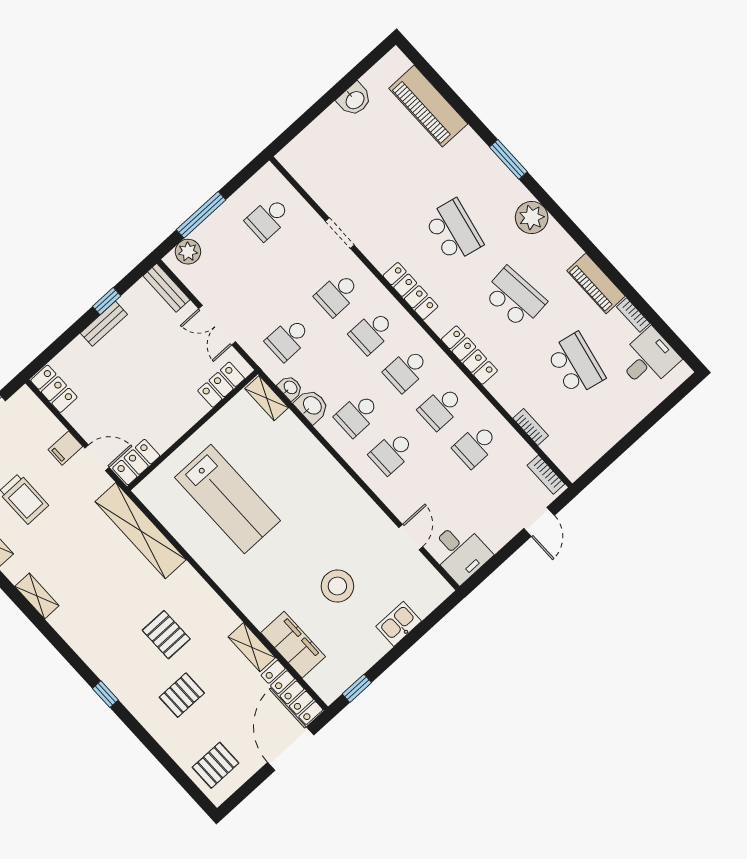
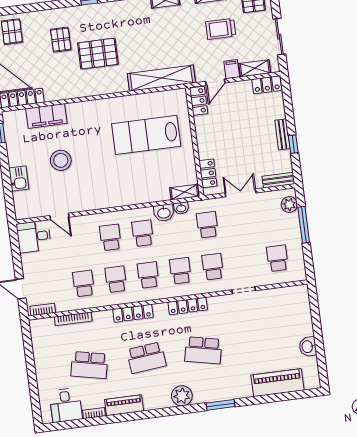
bookcase: (531, 427) -> (73, 319), width x1.56
pallet: (166, 635) -> (98, 54), width x1.50, depth x1.42
shelving: (252, 647) -> (255, 68), moved

